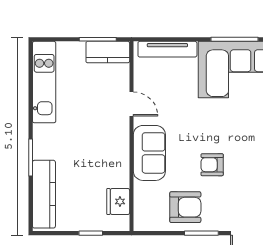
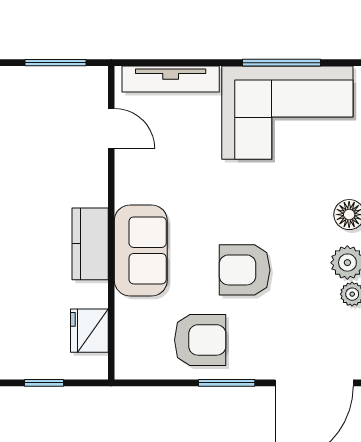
kitchen counter: (108, 52) -> (90, 244), moved, turned 90
door: (131, 104) -> (111, 128), moved
armchair: (212, 165) -> (245, 270), width x1.38, depth x1.38

